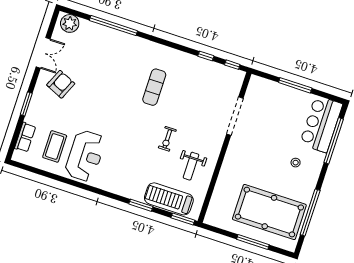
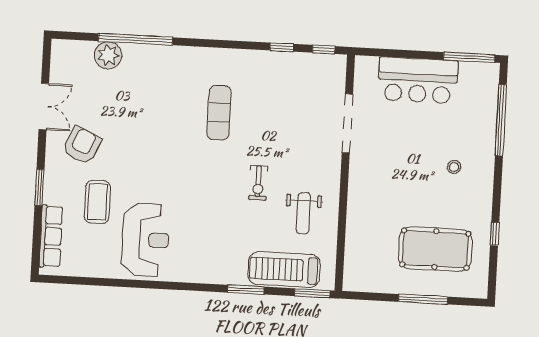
plant: (70, 23) -> (108, 55), moved
window: (295, 85) -> (469, 57), moved
bar counter: (321, 124) -> (418, 80), moved, turned -90
row of seats: (25, 137) -> (51, 236), width x1.48
coffee table: (55, 146) -> (97, 202), moved
pool table: (269, 212) -> (435, 249), width x0.73, depth x0.76
window: (310, 212) -> (495, 234), width x0.32

